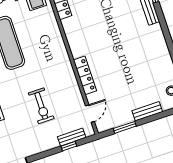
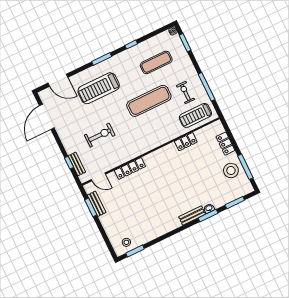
exercise bike: (41, 106) -> (100, 135), turned 180
bench: (147, 111) -> (97, 204), moved

